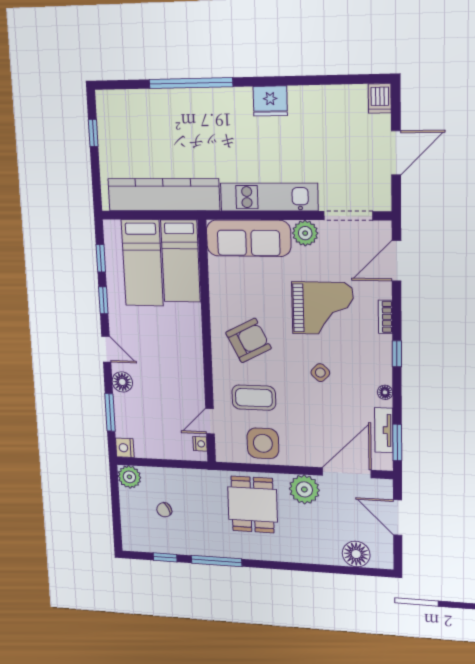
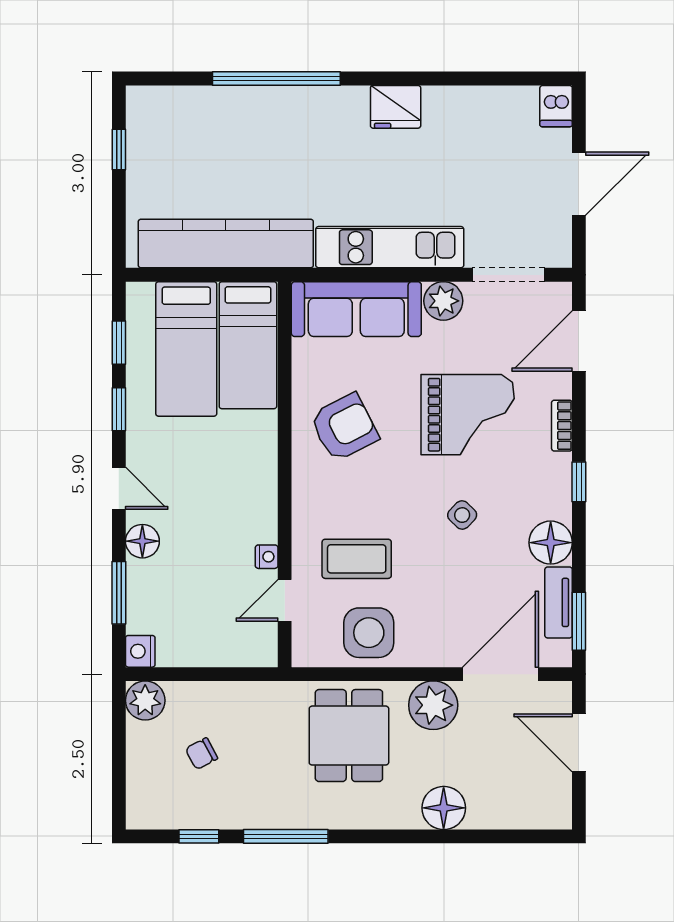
armchair: (248, 340) -> (344, 427), moved
floor lamp: (385, 392) -> (551, 543), width x1.89, depth x1.89
nightstand: (200, 444) -> (267, 557), moved
floor lamp: (356, 554) -> (444, 808), moved

